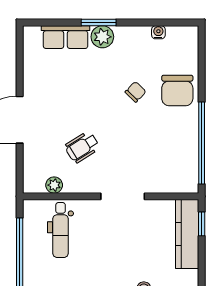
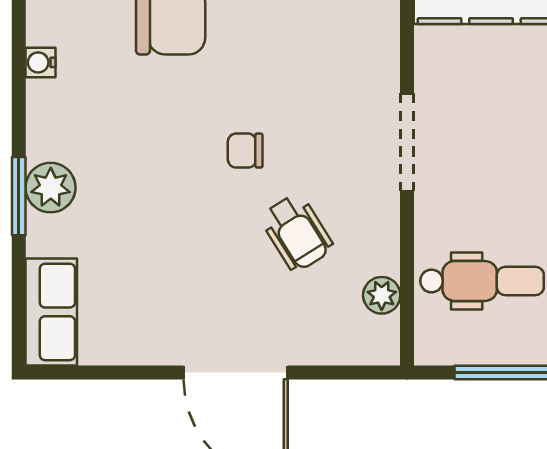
row of seats: (66, 37) -> (51, 312), moved
chair: (136, 92) -> (245, 151), moved, turned -44

